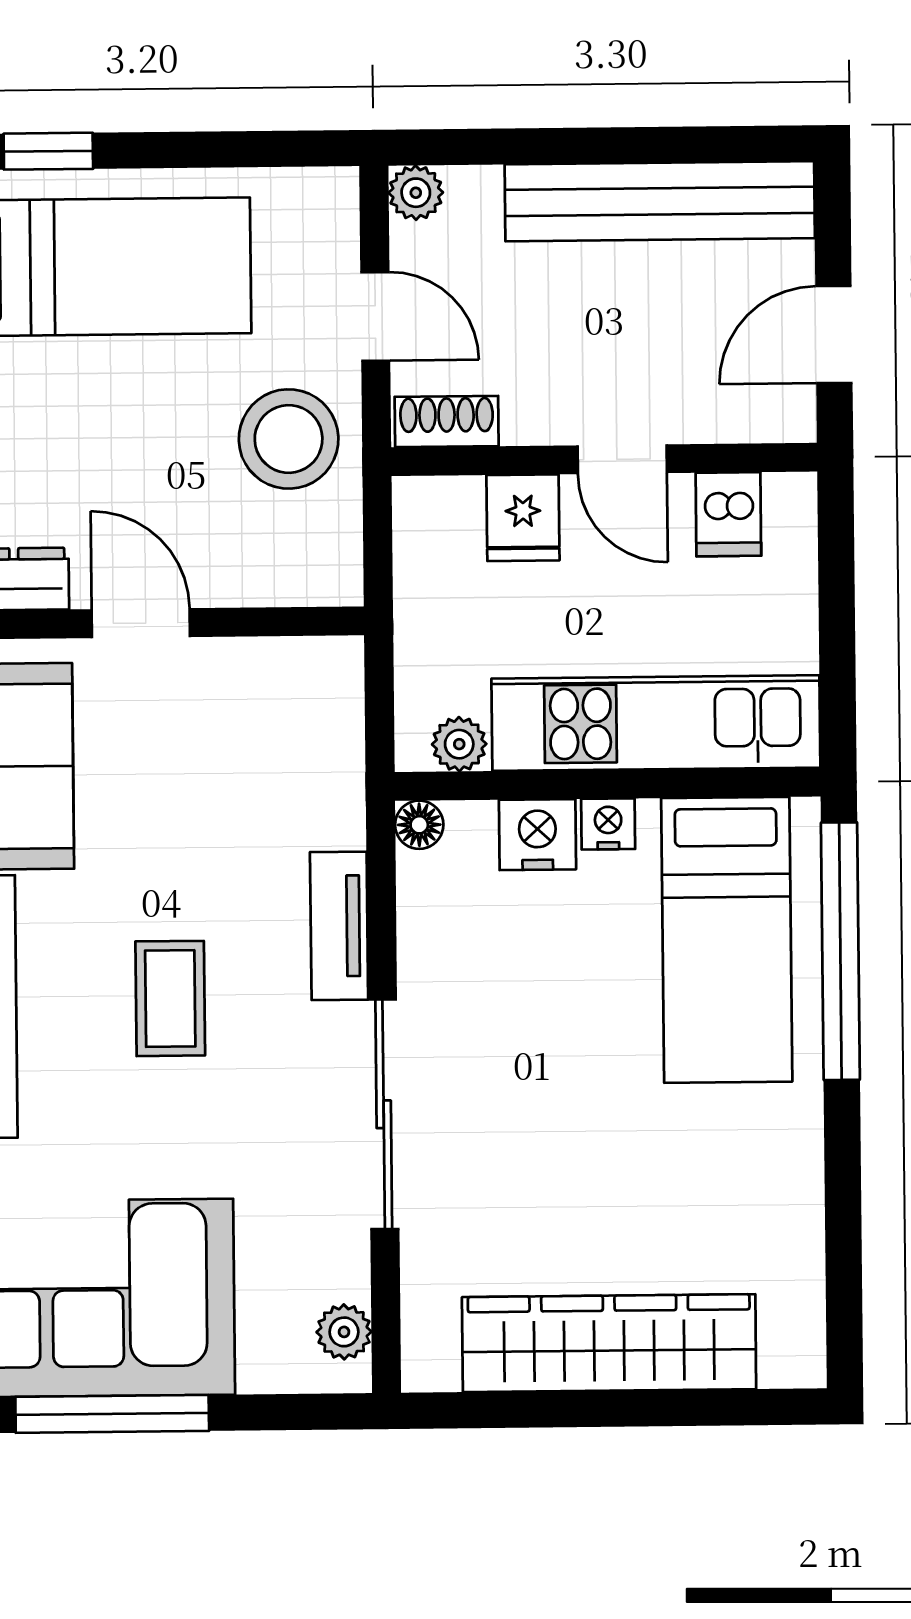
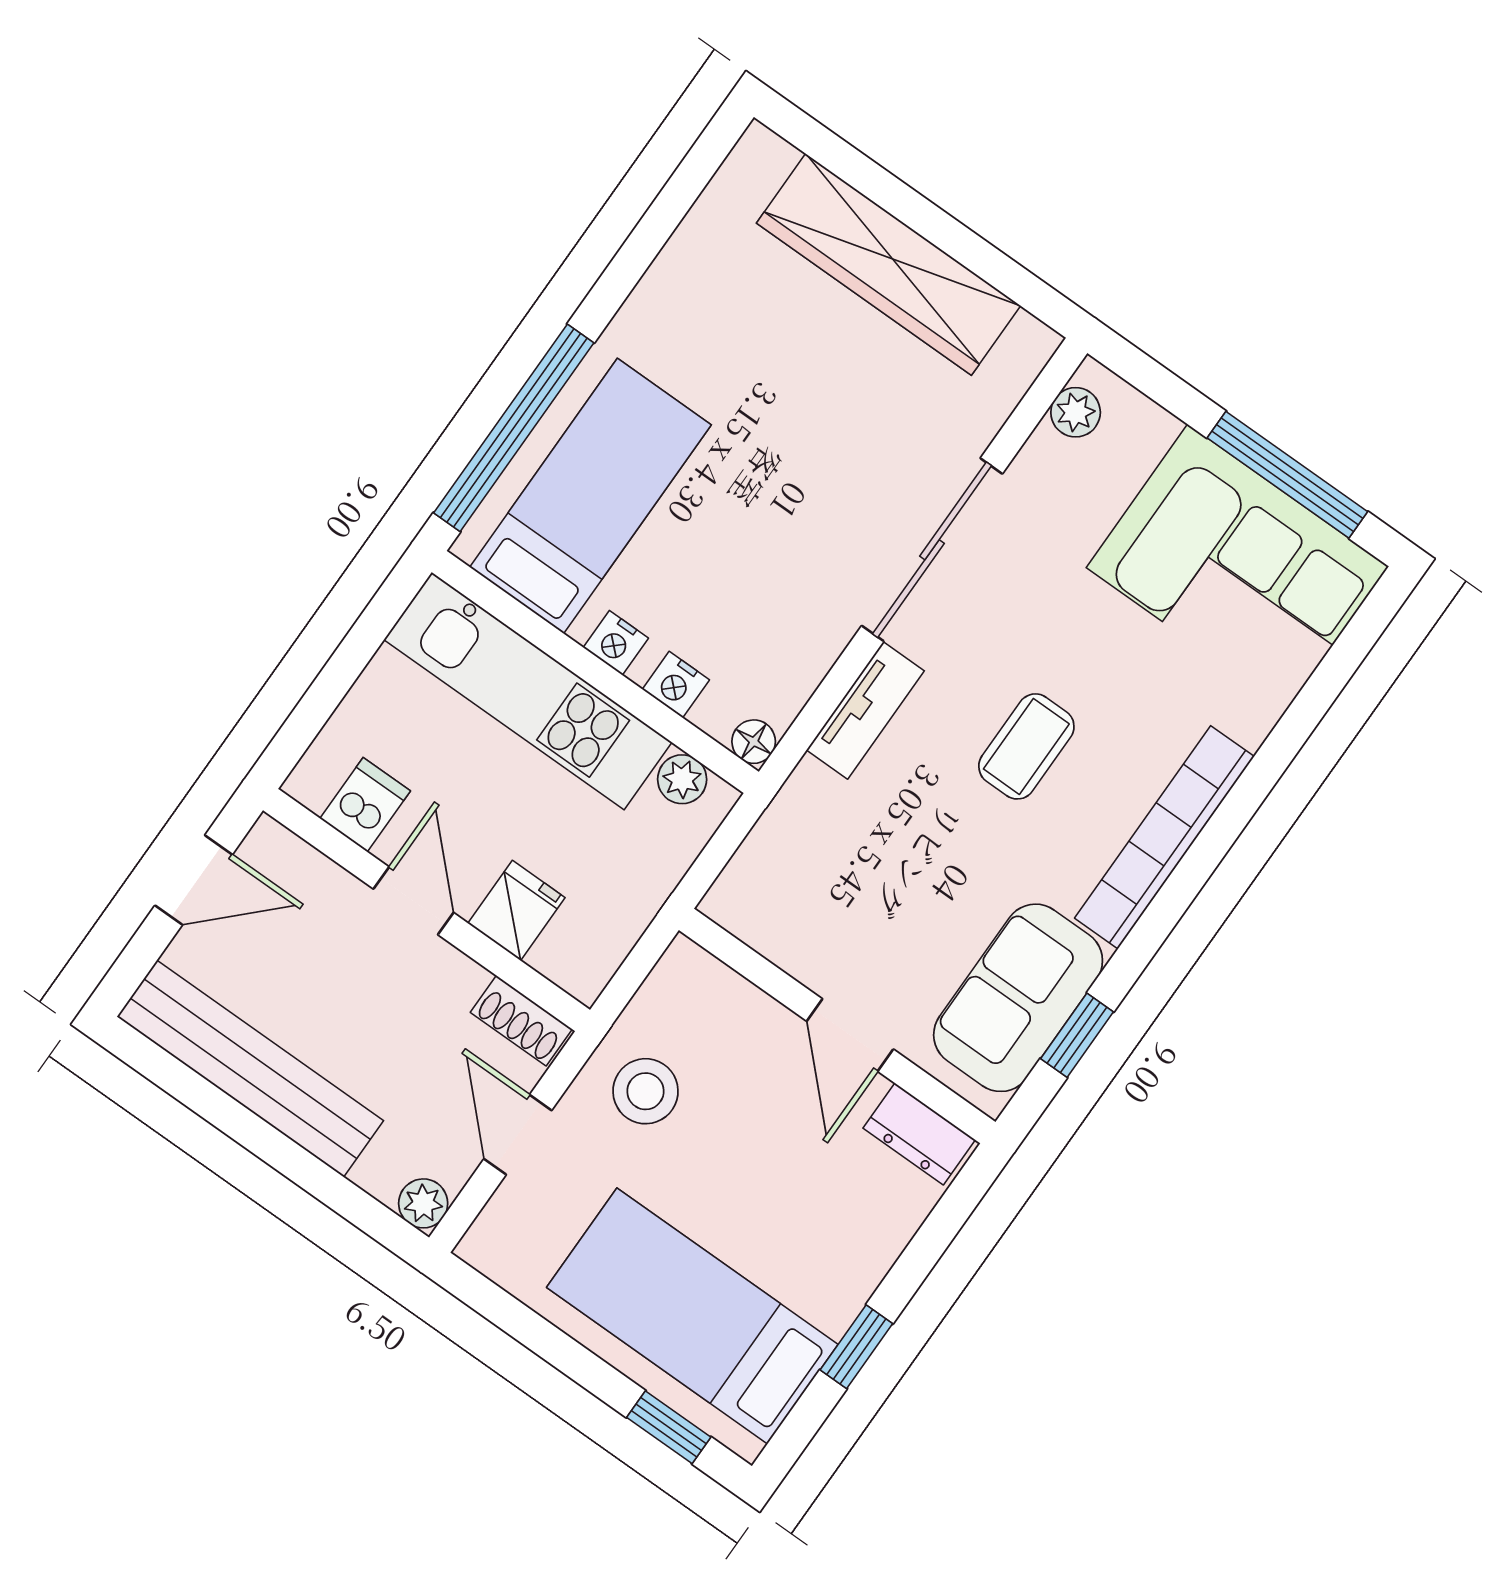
stool: (289, 439) -> (646, 1091), width x0.73, depth x0.73
nightstand: (537, 835) -> (676, 685), width x0.72, depth x0.74

